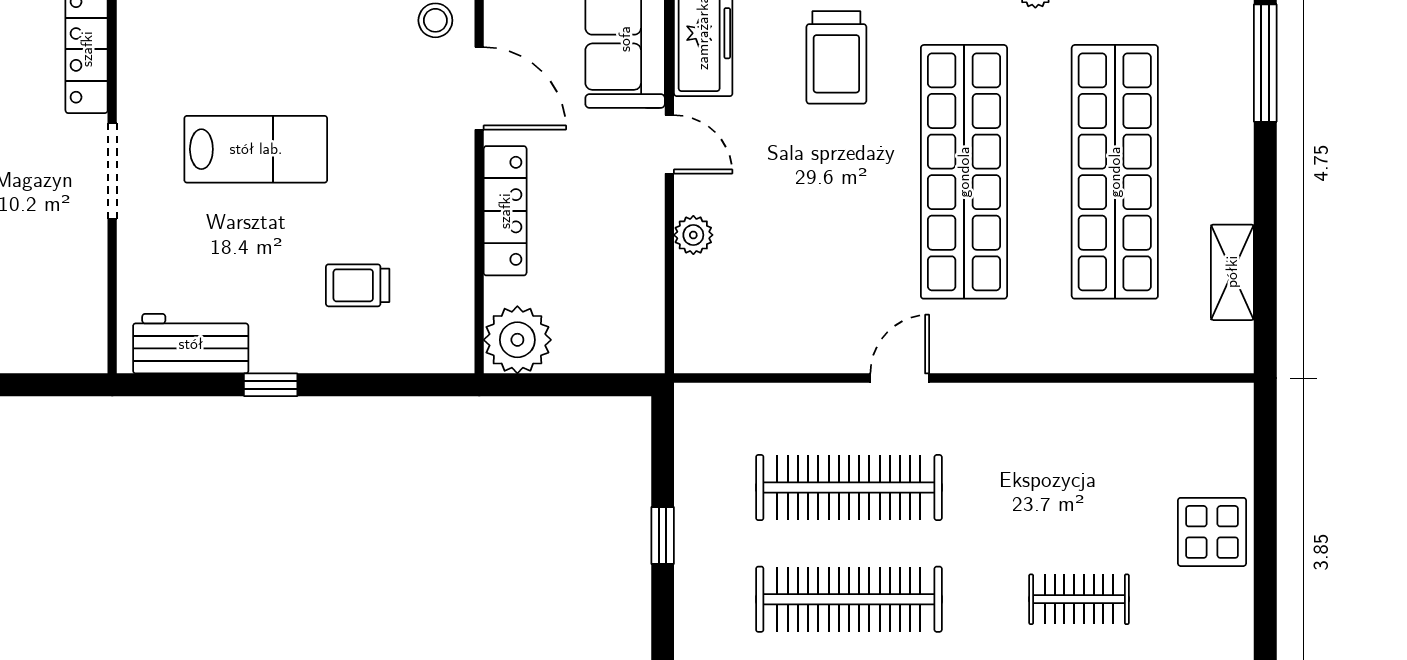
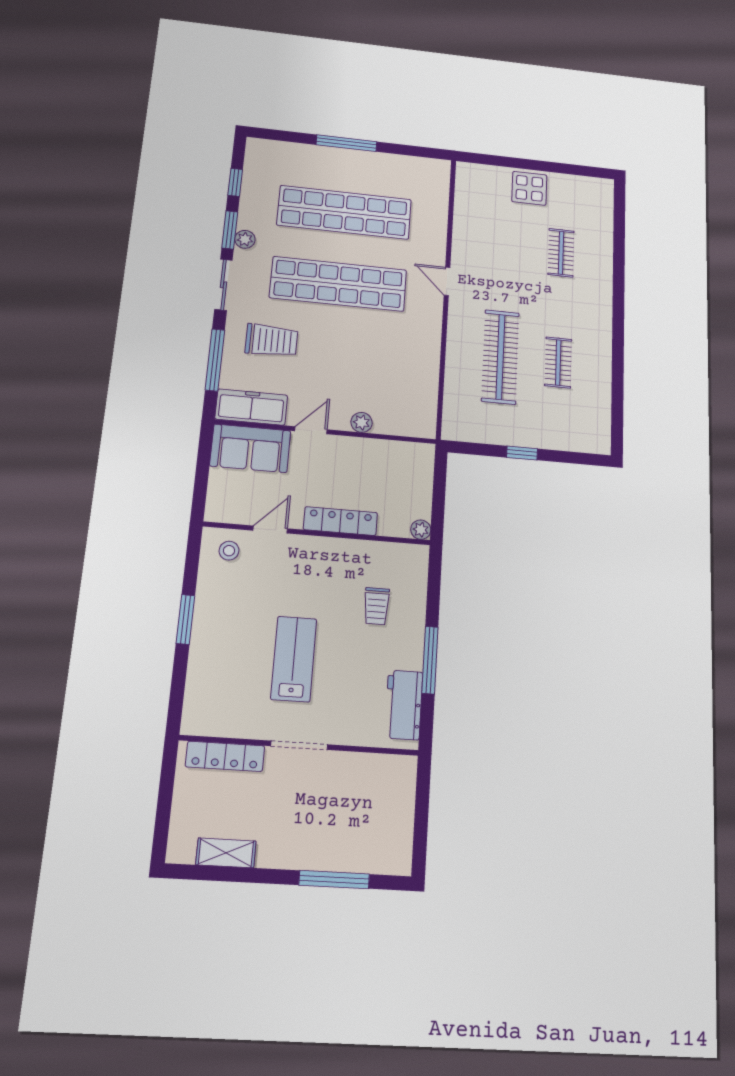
window: (1265, 63) -> (346, 143), moved
door: (479, 88) -> (270, 530), width x0.73
shelving: (1232, 272) -> (400, 164), removed
plant: (517, 340) -> (421, 530), width x0.53, depth x0.53
door: (900, 378) -> (447, 281), moved
window: (271, 385) -> (430, 660), width x2.17
clothes rail: (849, 599) -> (558, 362), width x0.54, depth x0.76

